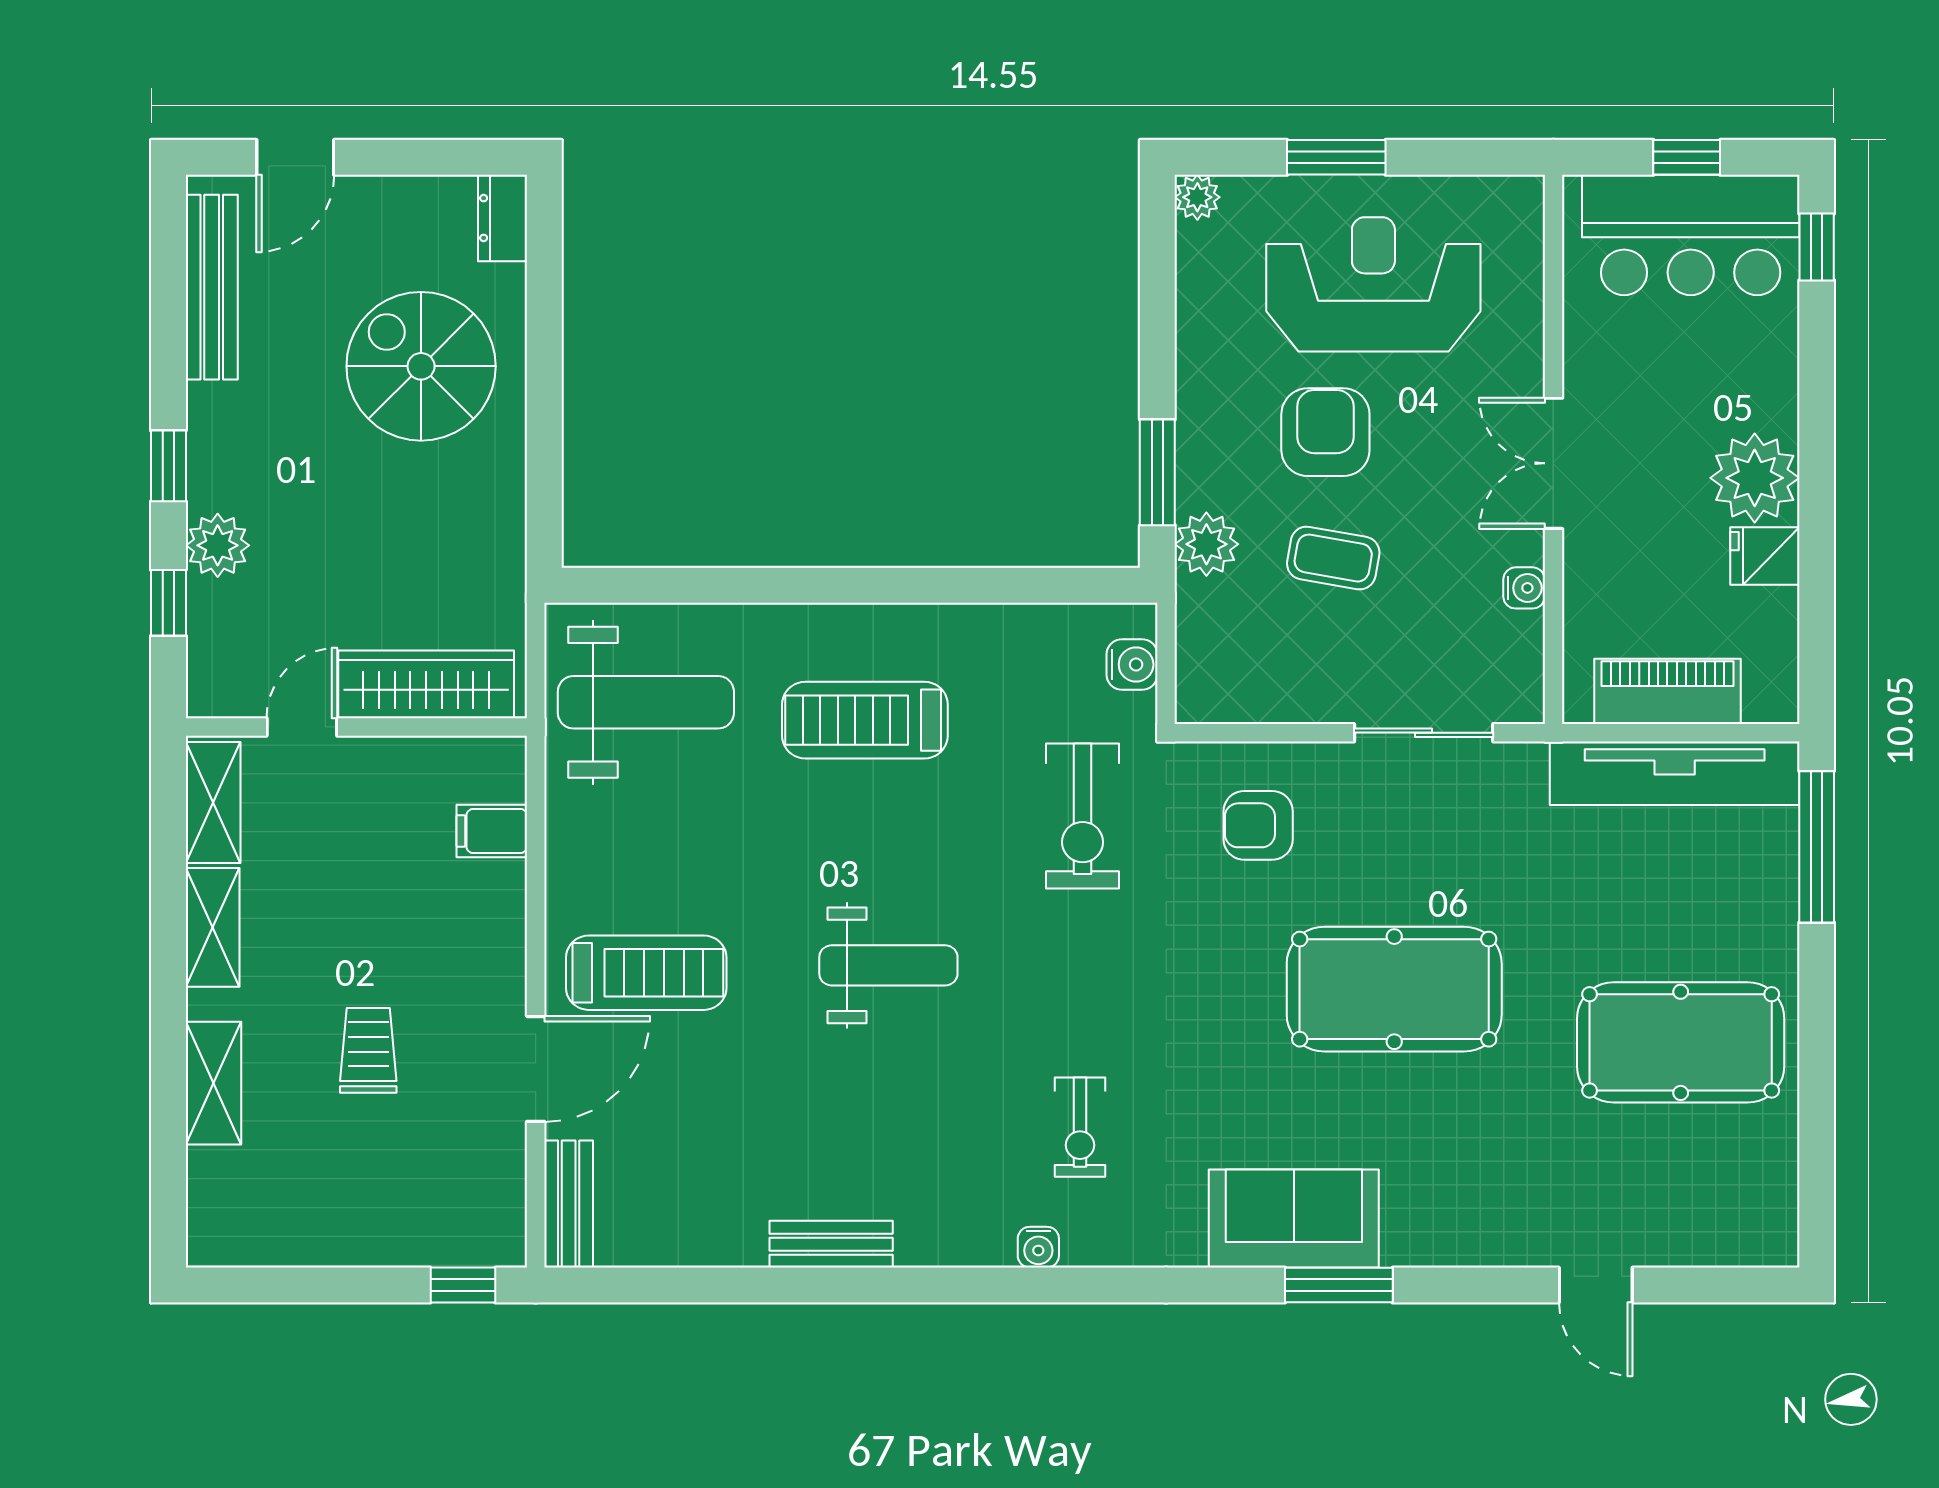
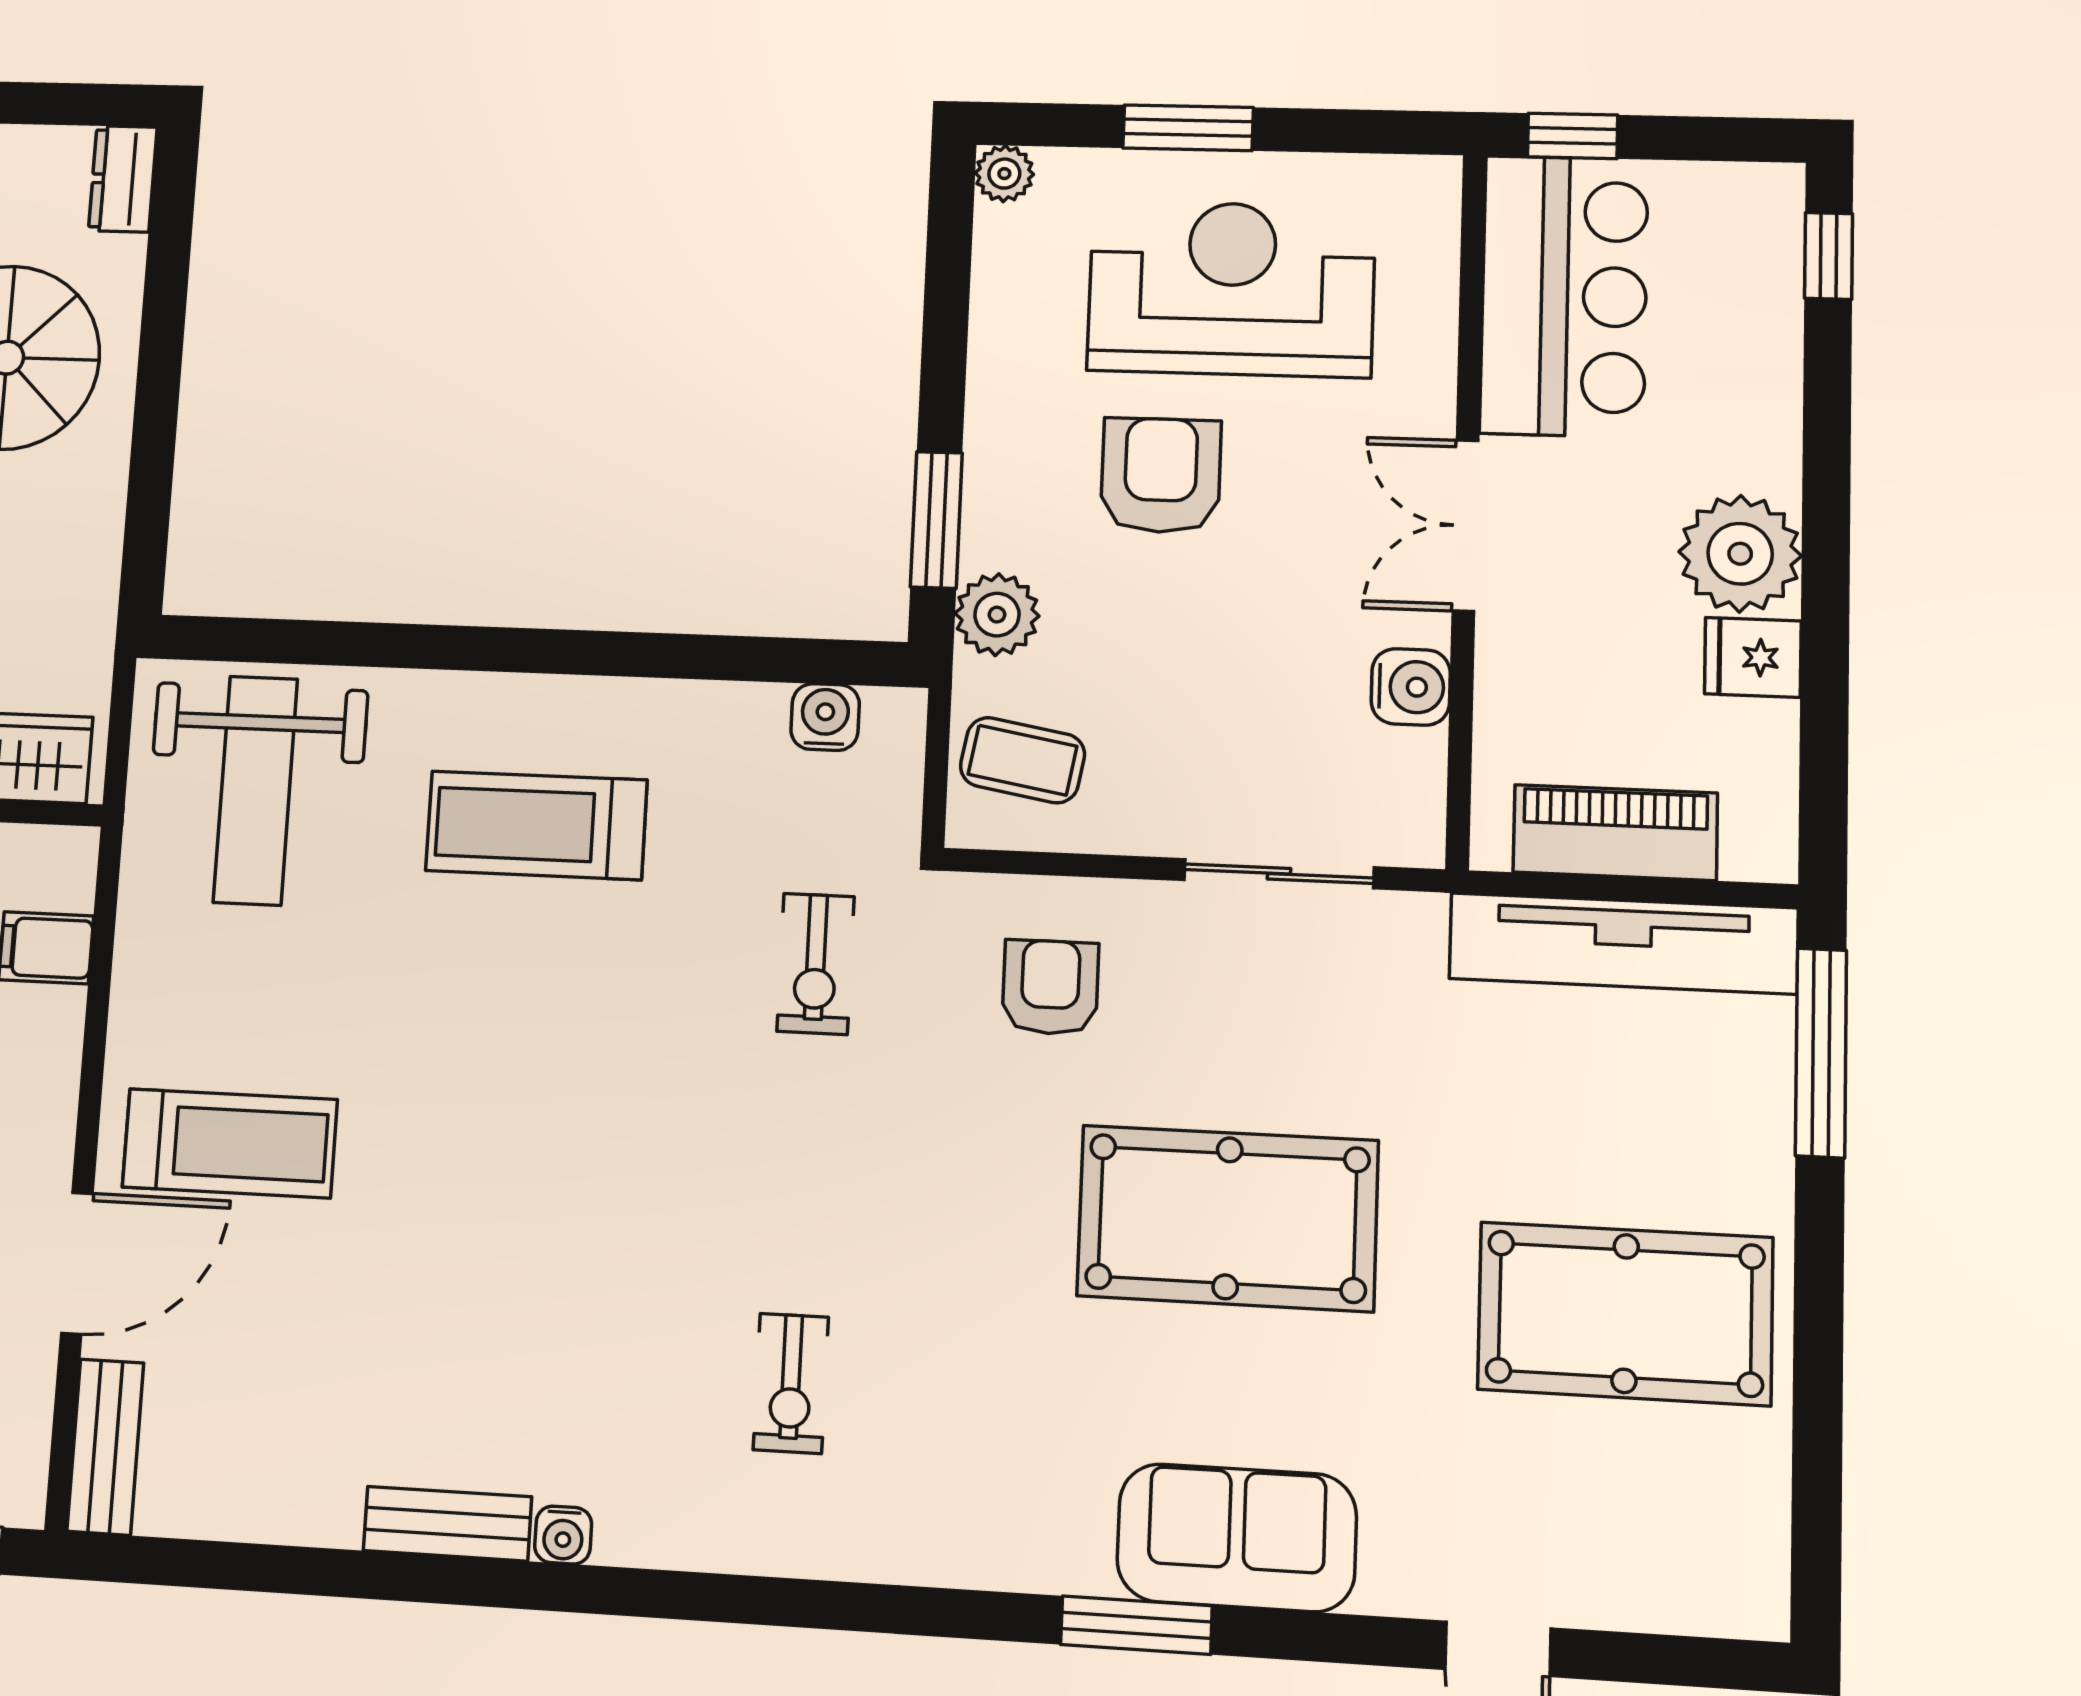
window: (1687, 157) -> (1573, 136), moved
bar counter: (1691, 235) -> (1564, 296), moved, turned -90
coffee table: (1333, 558) -> (1022, 760), moved
water cooler: (1524, 588) -> (1411, 687), width x1.38, depth x1.38
water cooler: (1132, 665) -> (825, 717), moved, turned -90
weight bench: (646, 702) -> (255, 790), turned 90
exercise bike: (1083, 816) -> (816, 964), width x0.73, depth x0.72
armchair: (1258, 825) -> (1050, 987), turned 90
weight bench: (888, 965) -> (547, 1150), removed
sofa: (1294, 1219) -> (1237, 1538), moved
water cooler: (1038, 1247) -> (563, 1535), moved

